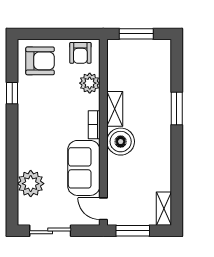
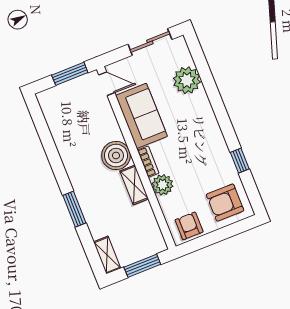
plant: (90, 83) -> (162, 185), moved
shelving: (164, 209) -> (107, 255), moved

